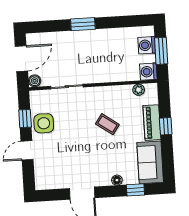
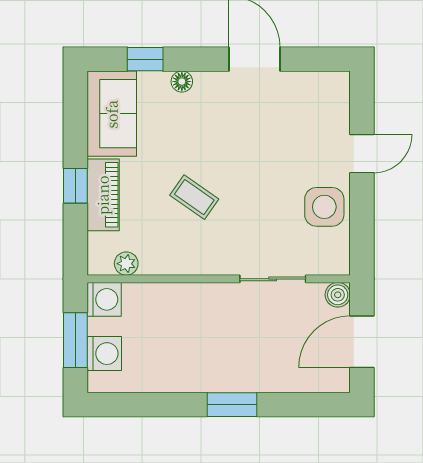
window: (25, 119) -> (362, 219), removed

